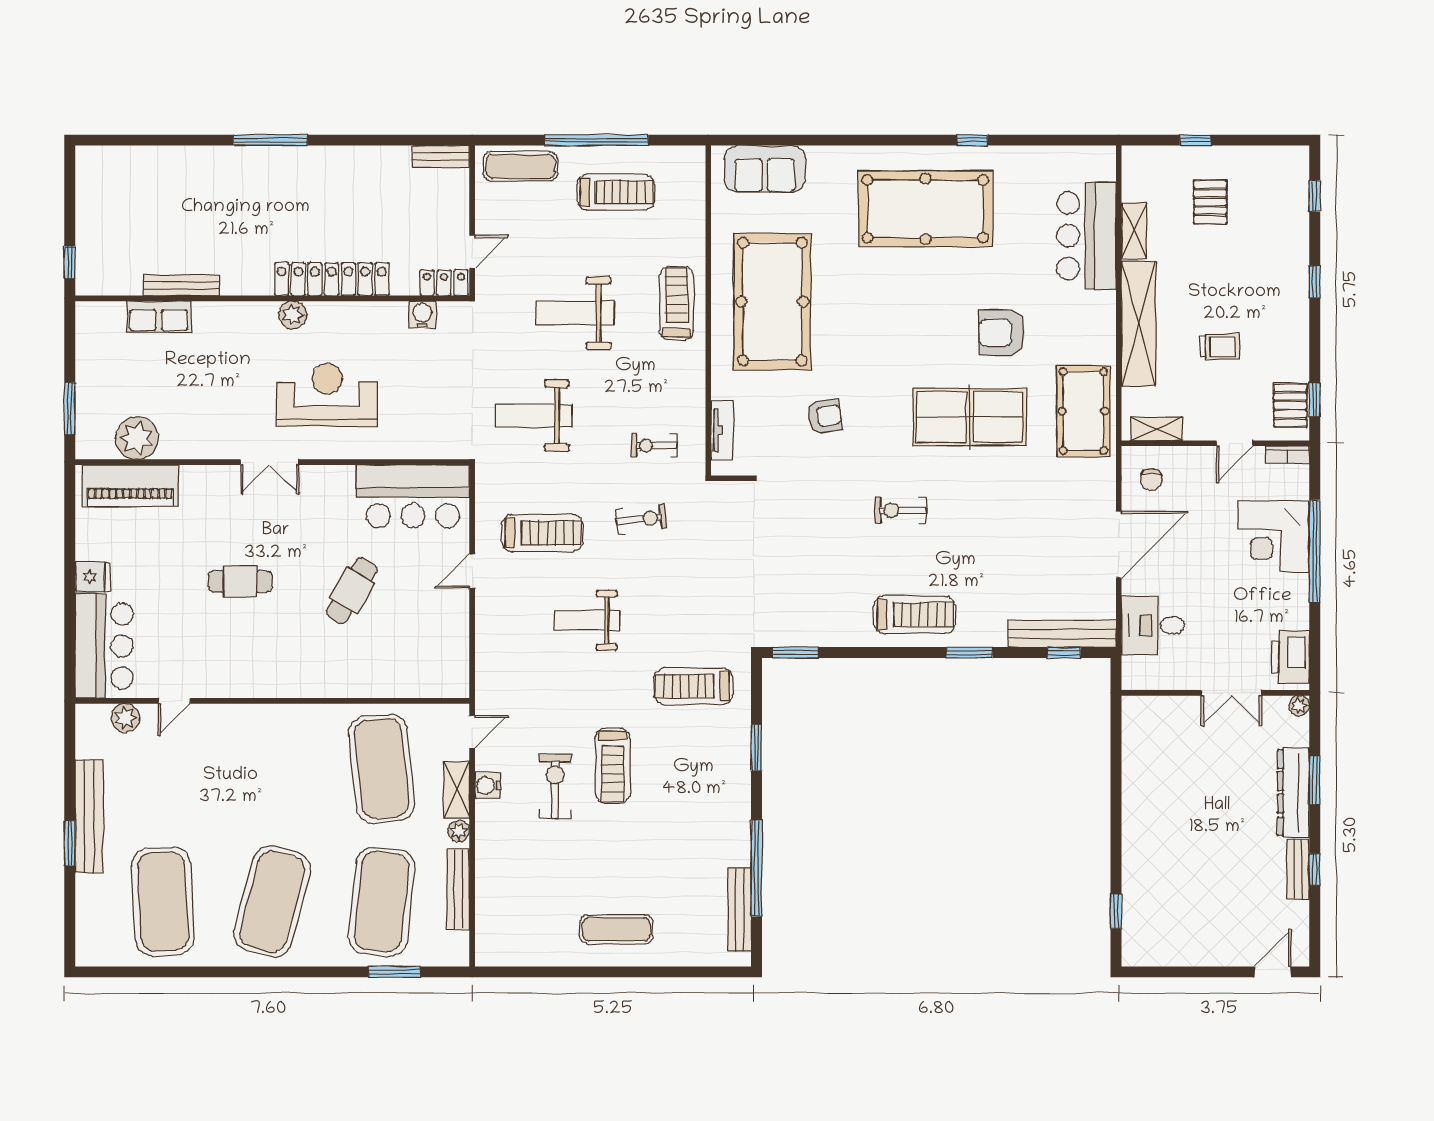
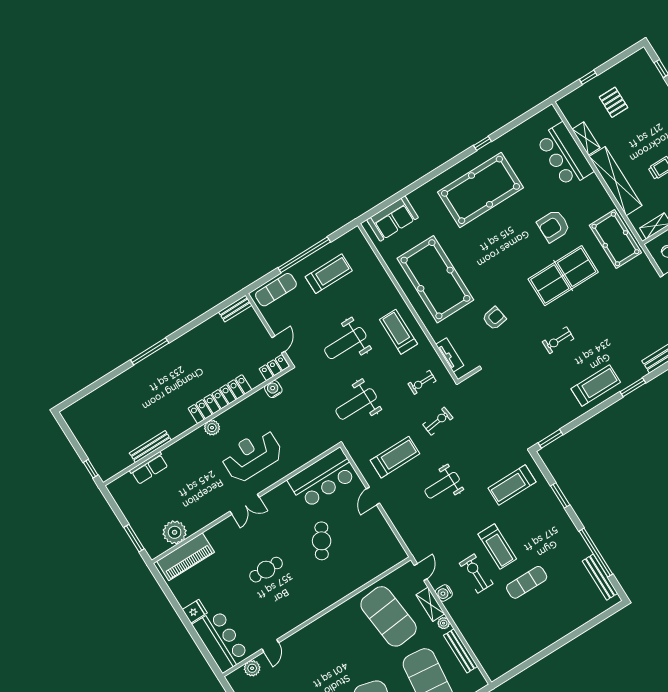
treadmill: (677, 303) -> (398, 332), moved
exercise mat: (616, 929) -> (527, 582), moved

